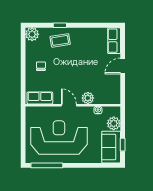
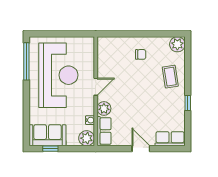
window: (60, 25) -> (188, 103), moved
row of seats: (40, 98) -> (104, 131), moved
plant: (114, 123) -> (87, 138), moved

